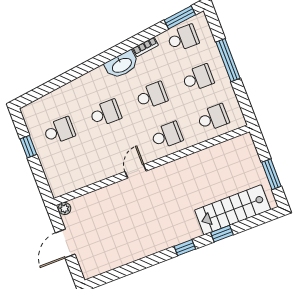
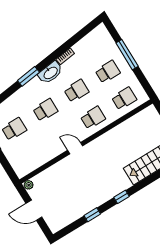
window: (180, 17) -> (28, 76), moved
school desk: (183, 38) -> (91, 45), removed
door: (136, 171) -> (75, 148), hinge flipped
window: (222, 234) -> (92, 215), moved
door: (65, 244) -> (34, 210), hinge flipped

